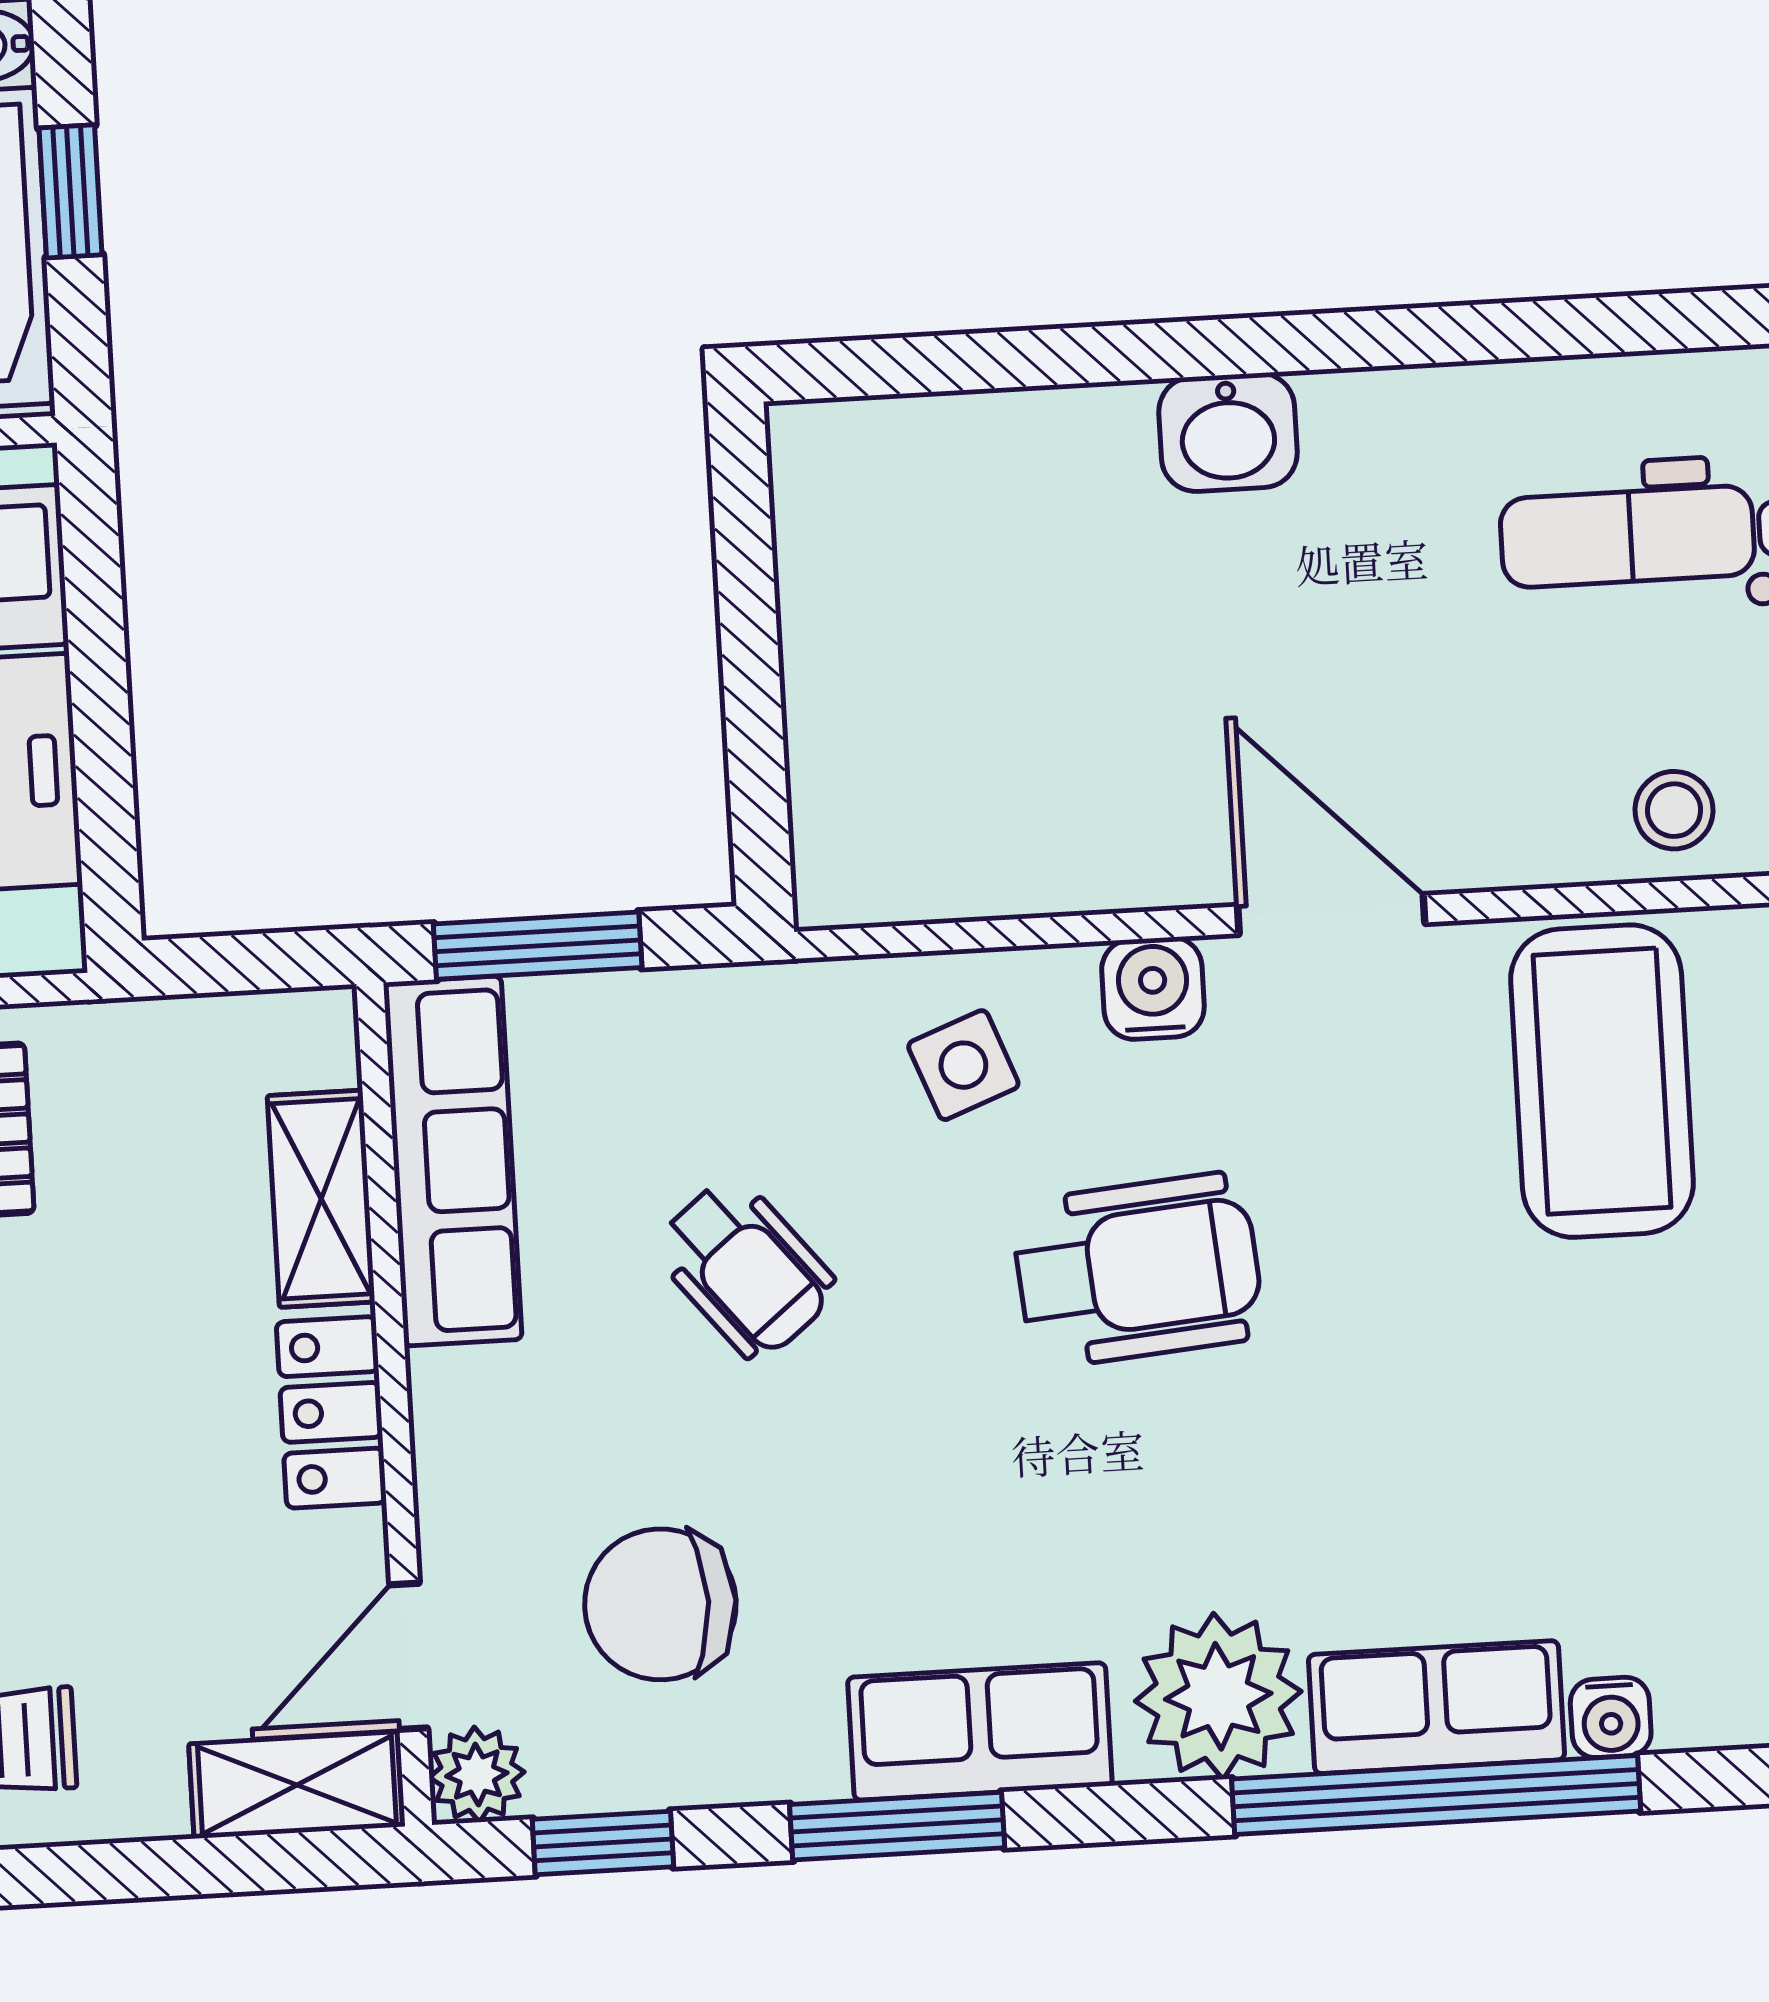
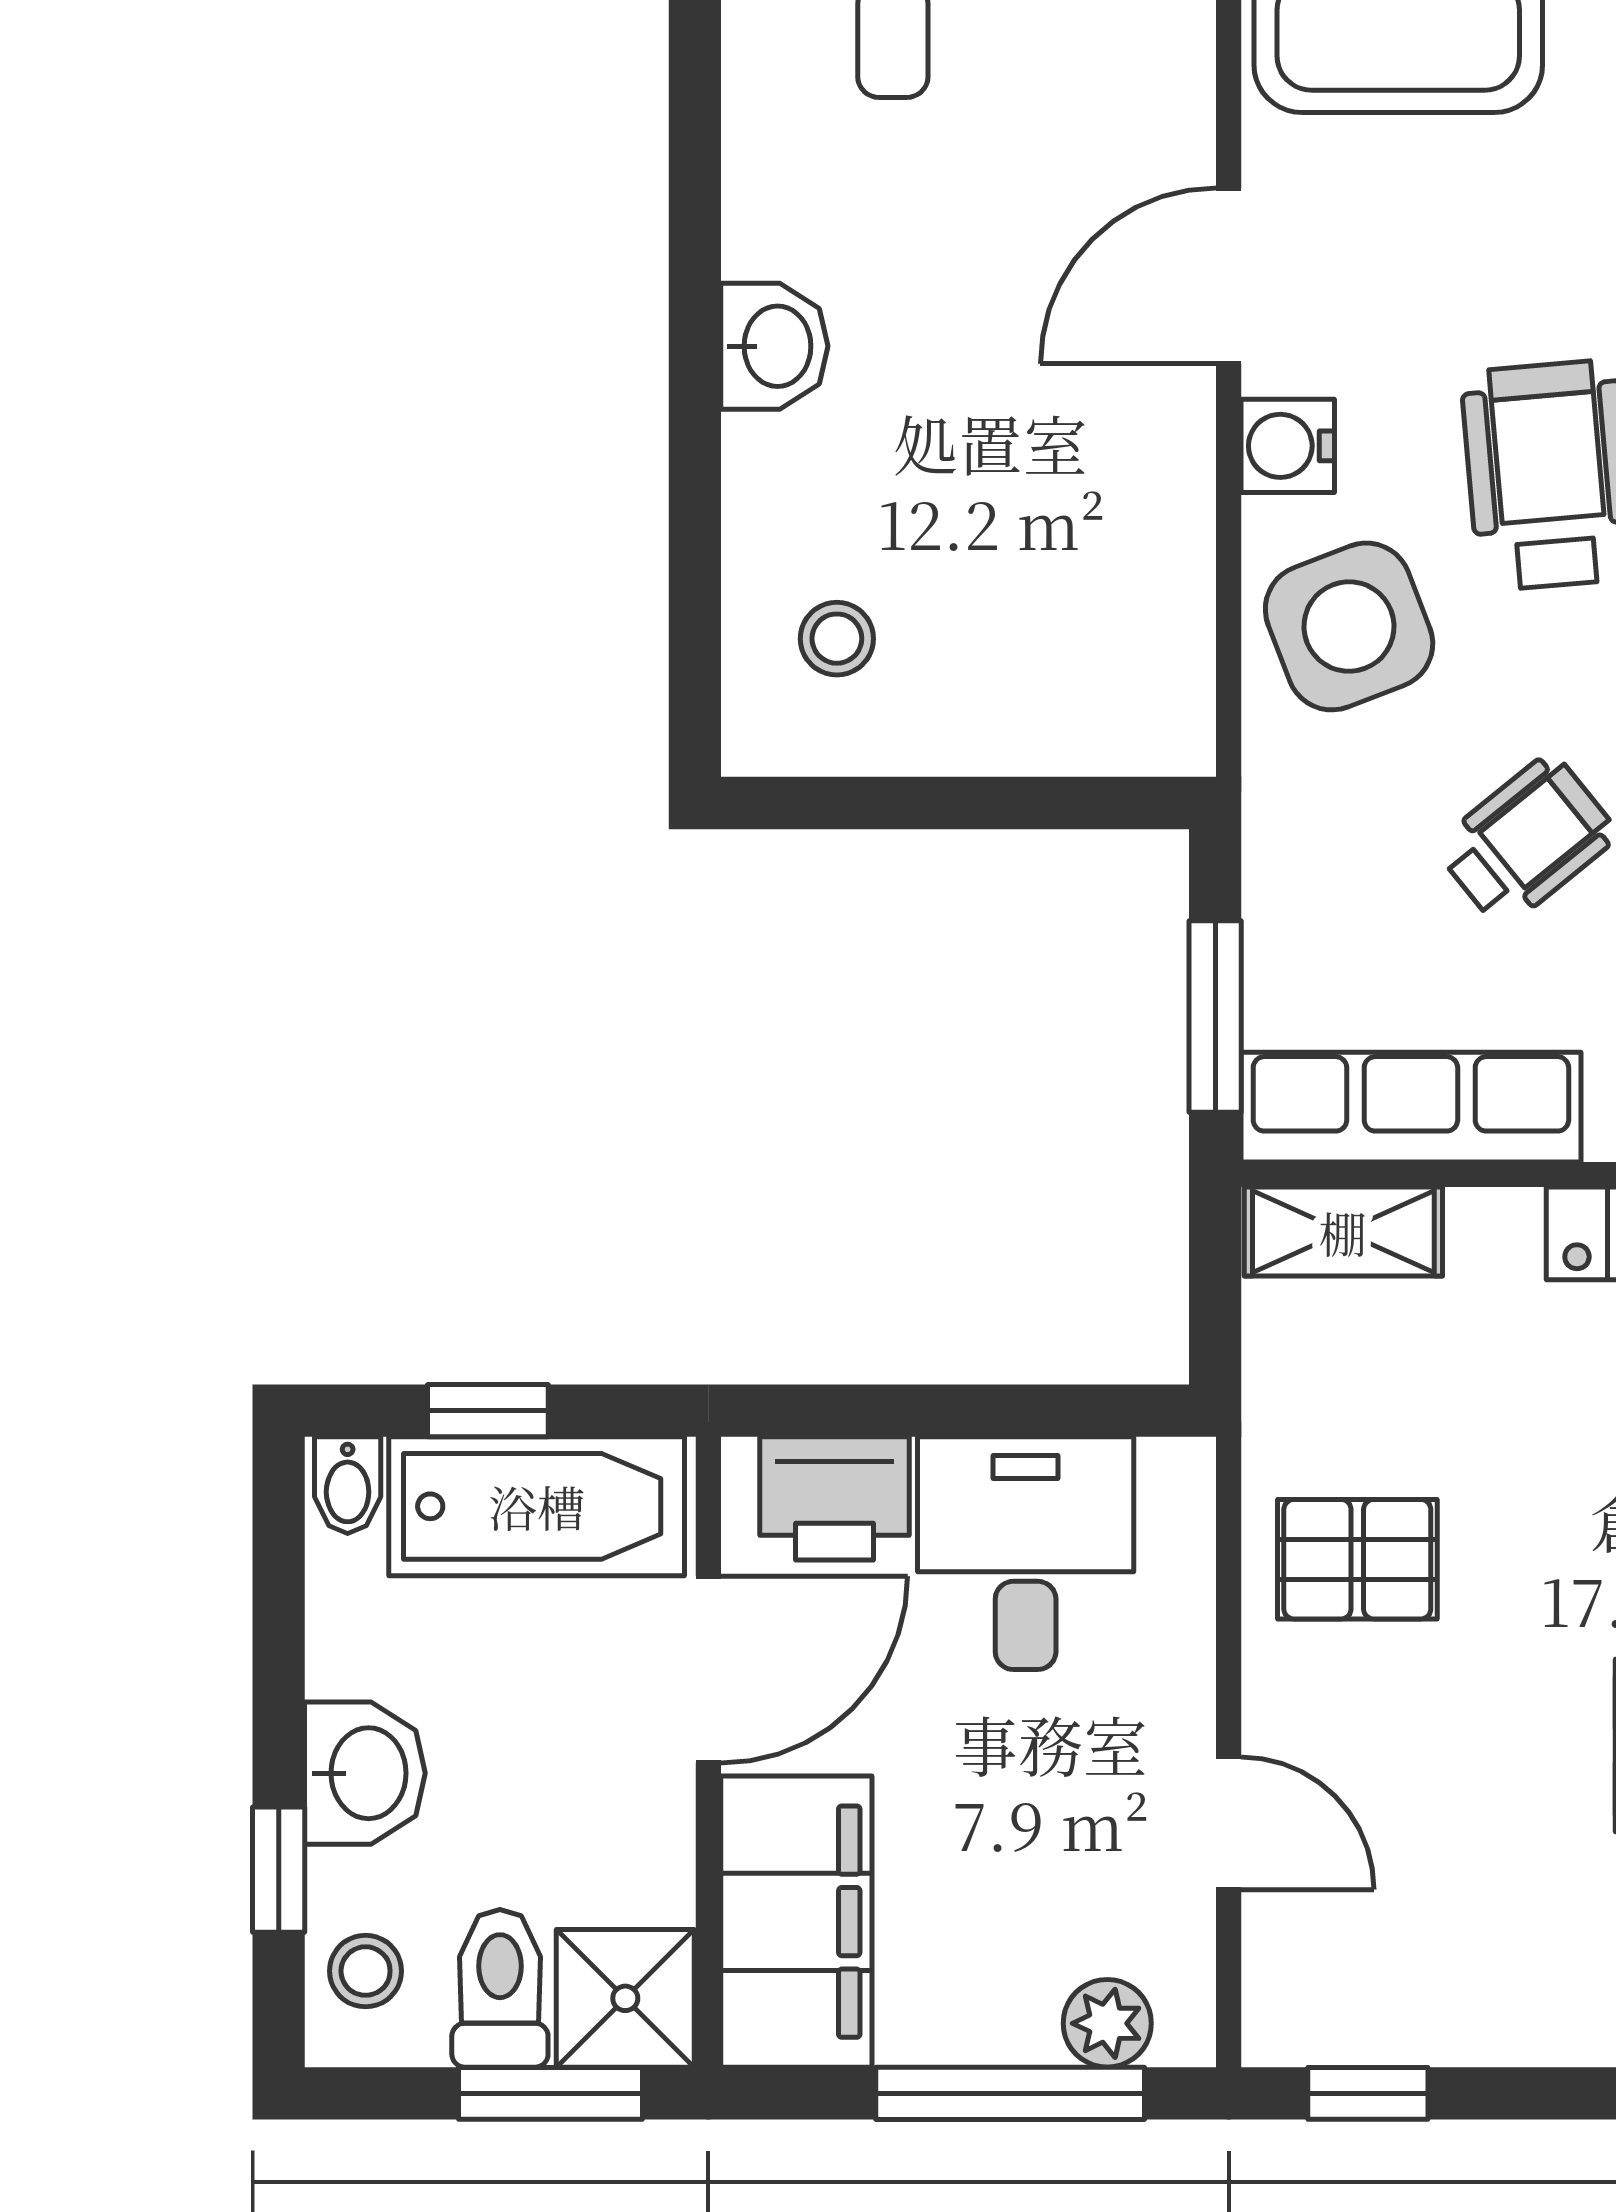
stool: (919, 517) -> (837, 639), added
side table: (963, 1065) -> (1349, 626), width x1.87, depth x1.87
shelving: (321, 1199) -> (1343, 1232), moved

